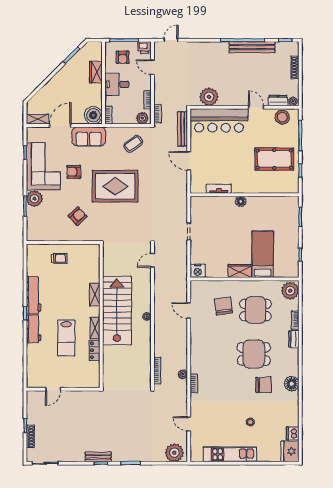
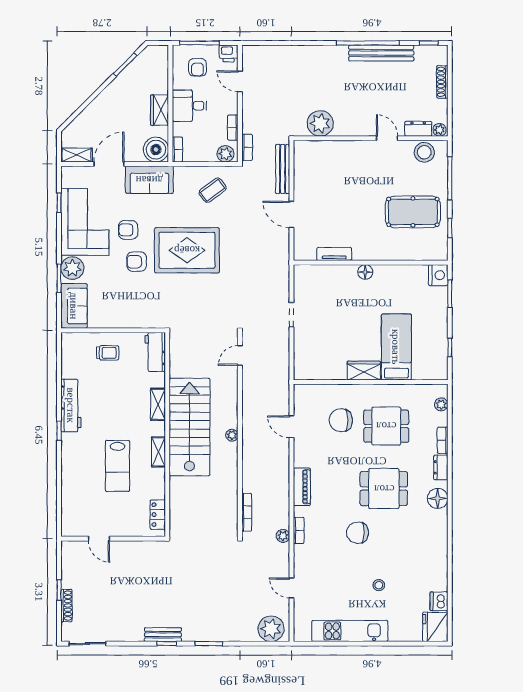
door: (171, 40) -> (266, 43), removed
wardrobe: (96, 72) -> (160, 110), moved
bar counter: (219, 120) -> (334, 157), removed
armchair: (78, 216) -> (137, 262), moved, turned -137
sofa: (36, 225) -> (74, 306), added
nightstand: (198, 271) -> (438, 275), moved, turned -90
plant: (290, 291) -> (441, 404), width x0.53, depth x0.53
chair: (224, 306) -> (341, 420), turned -83
workbench: (34, 329) -> (155, 352), moved, turned 180
locker: (95, 350) -> (158, 515), moved
piano: (196, 353) -> (302, 487), added
plant: (183, 374) -> (283, 536), moved
floor lamp: (292, 384) -> (438, 498), moved
chair: (263, 385) -> (358, 533), moved, turned 180
door: (53, 389) -> (99, 539), hinge flipped

